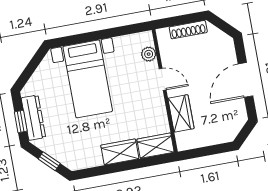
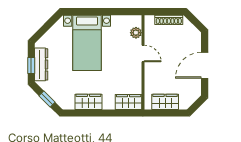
wardrobe: (181, 113) -> (165, 102), moved, turned -90
wardrobe: (120, 152) -> (88, 102), moved

